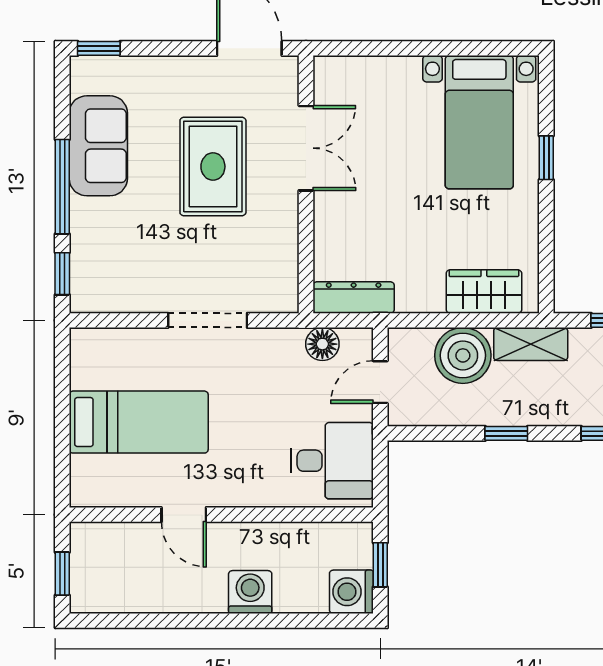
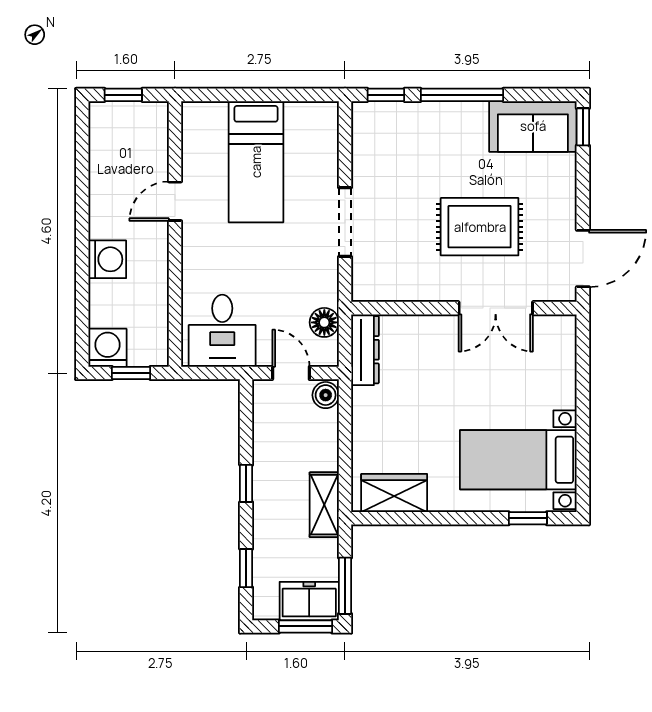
sofa: (98, 146) -> (533, 126), moved
window: (546, 158) -> (528, 518), moved
wardrobe: (484, 291) -> (394, 493), moved, turned -90
boiler: (463, 355) -> (326, 395), moved, width x0.54, depth x0.54

